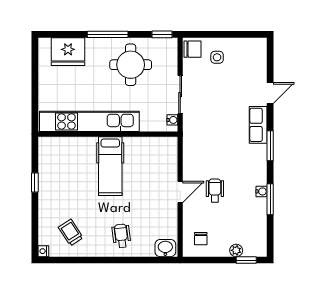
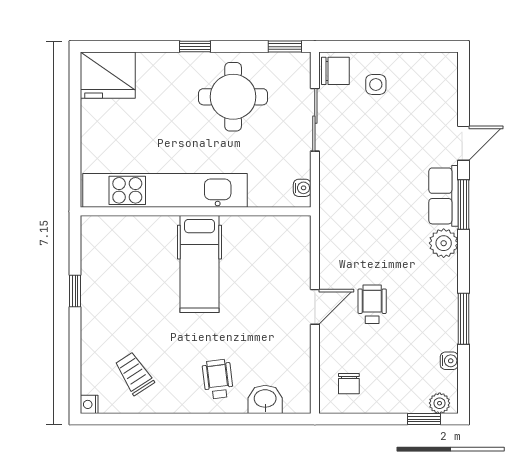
window: (108, 34) -> (195, 47), width x0.46
fridge: (68, 52) -> (108, 75), moved
sliding door: (180, 95) -> (315, 120), moved
window: (270, 146) -> (464, 204), moved
plant: (258, 153) -> (444, 243), added
water cooler: (262, 191) -> (449, 361), moved
washbasin: (165, 248) -> (265, 399), moved
plant: (236, 250) -> (440, 403), moved

